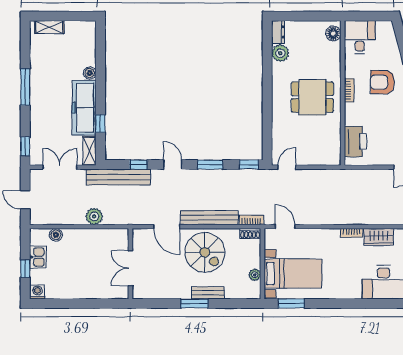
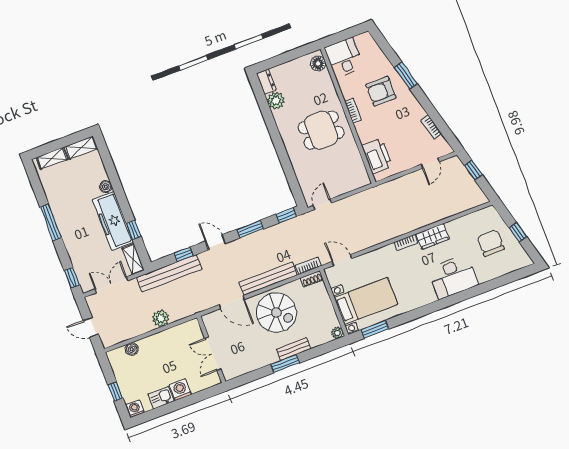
shelving: (81, 27) -> (81, 148), added
kitchen sink: (38, 257) -> (161, 398), moved, turned -90
plant: (255, 275) -> (337, 333), moved
washing machine: (87, 290) -> (180, 390), added

